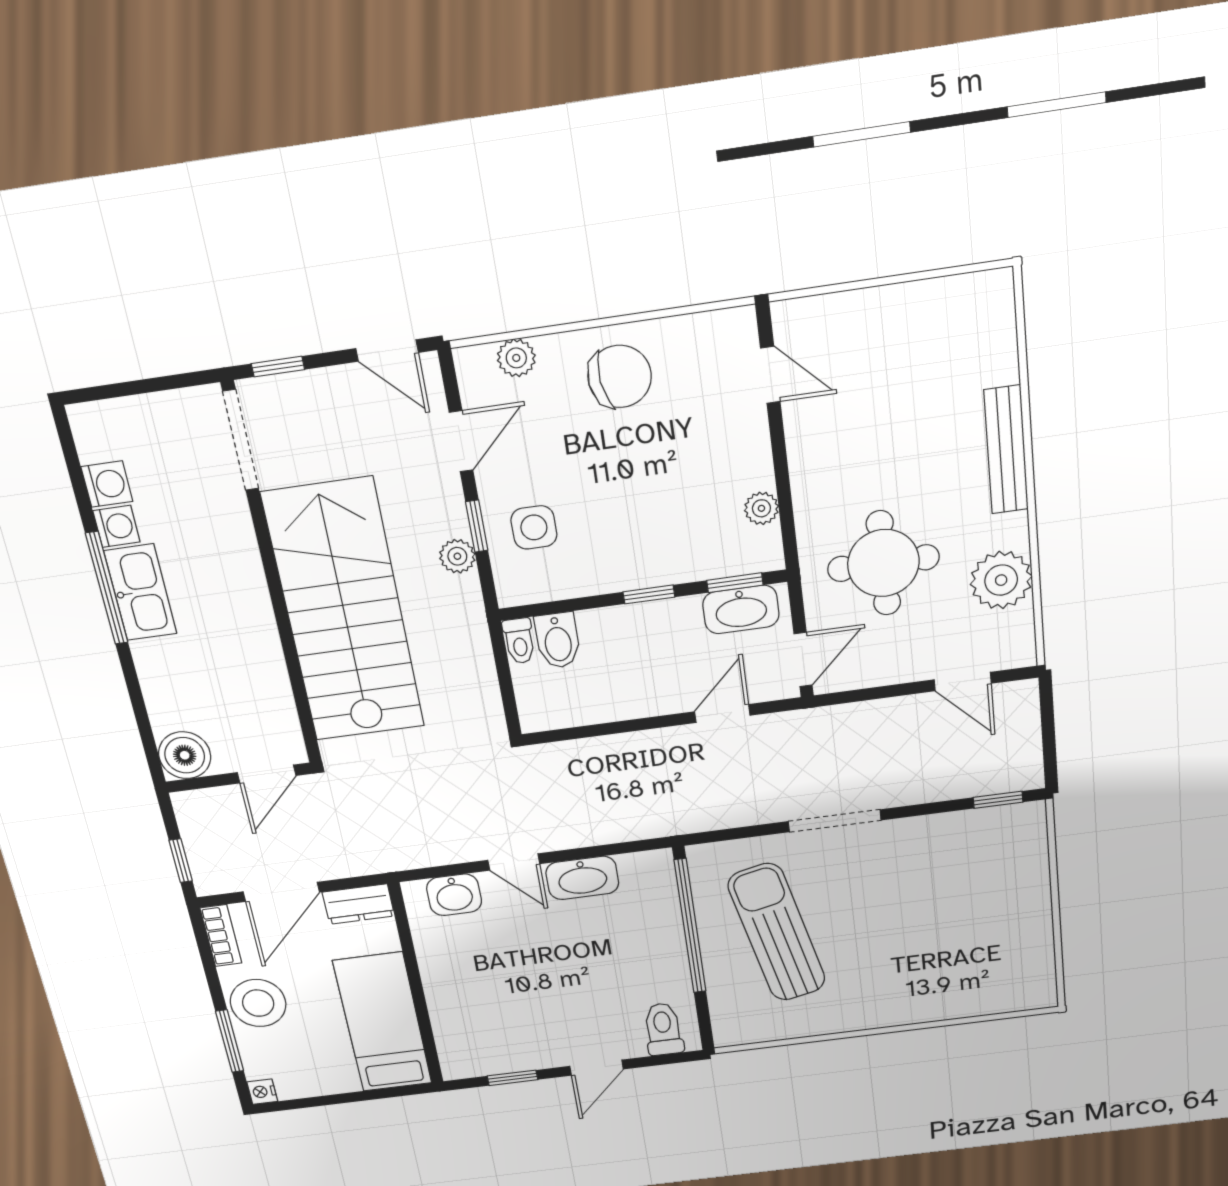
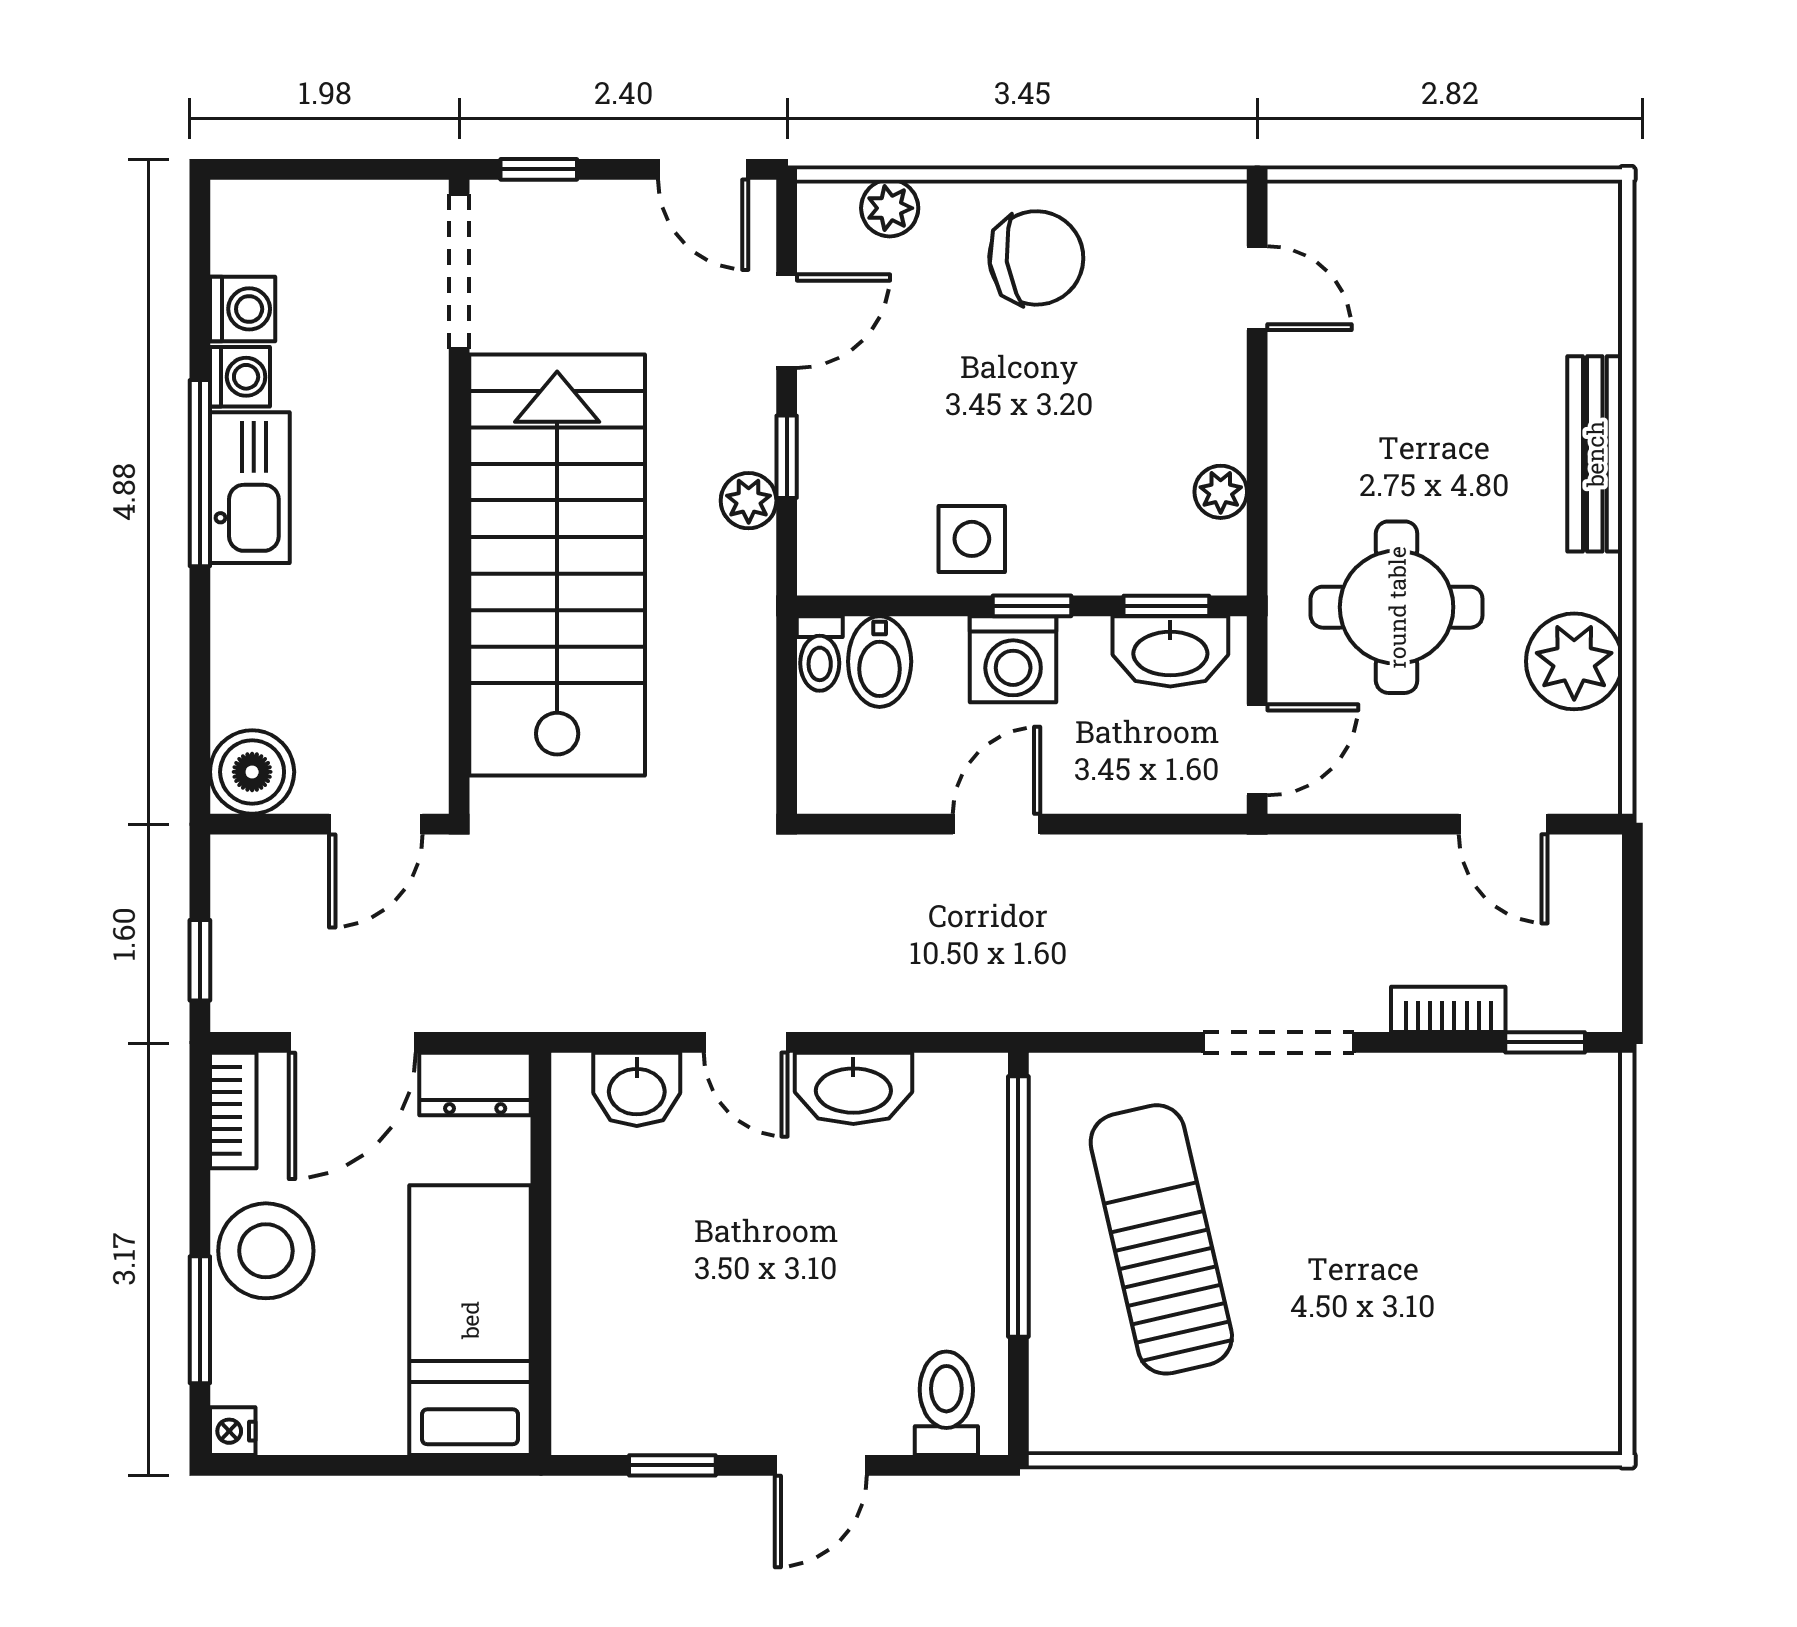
side table: (534, 527) -> (972, 539), moved
washing machine: (642, 628) -> (1013, 659), added
door: (722, 713) -> (997, 824), moved
bookcase: (937, 790) -> (1448, 1009), added

